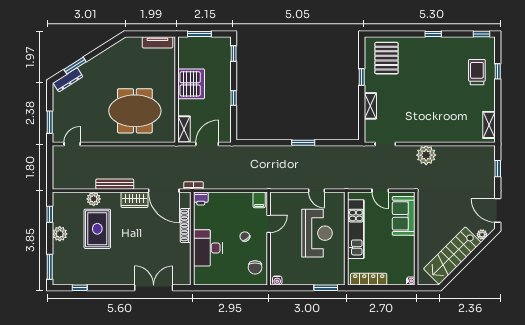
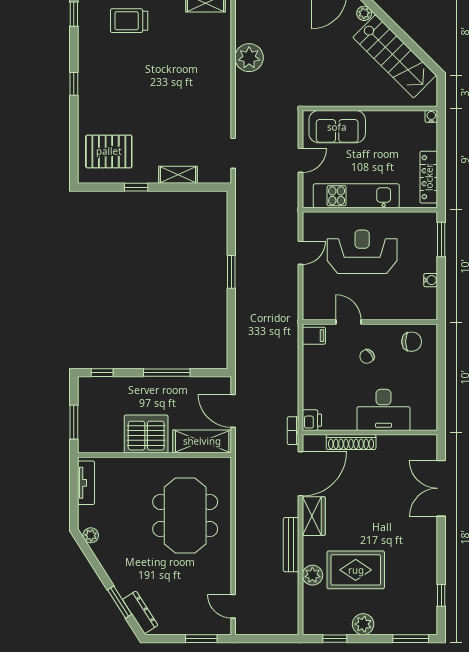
plant: (121, 46) -> (91, 535), added
window: (234, 98) -> (167, 373), width x2.17
shelving: (184, 129) -> (202, 441), width x1.50, depth x1.33
plant: (426, 155) -> (249, 58), moved
water cooler: (277, 280) -> (431, 280), moved

